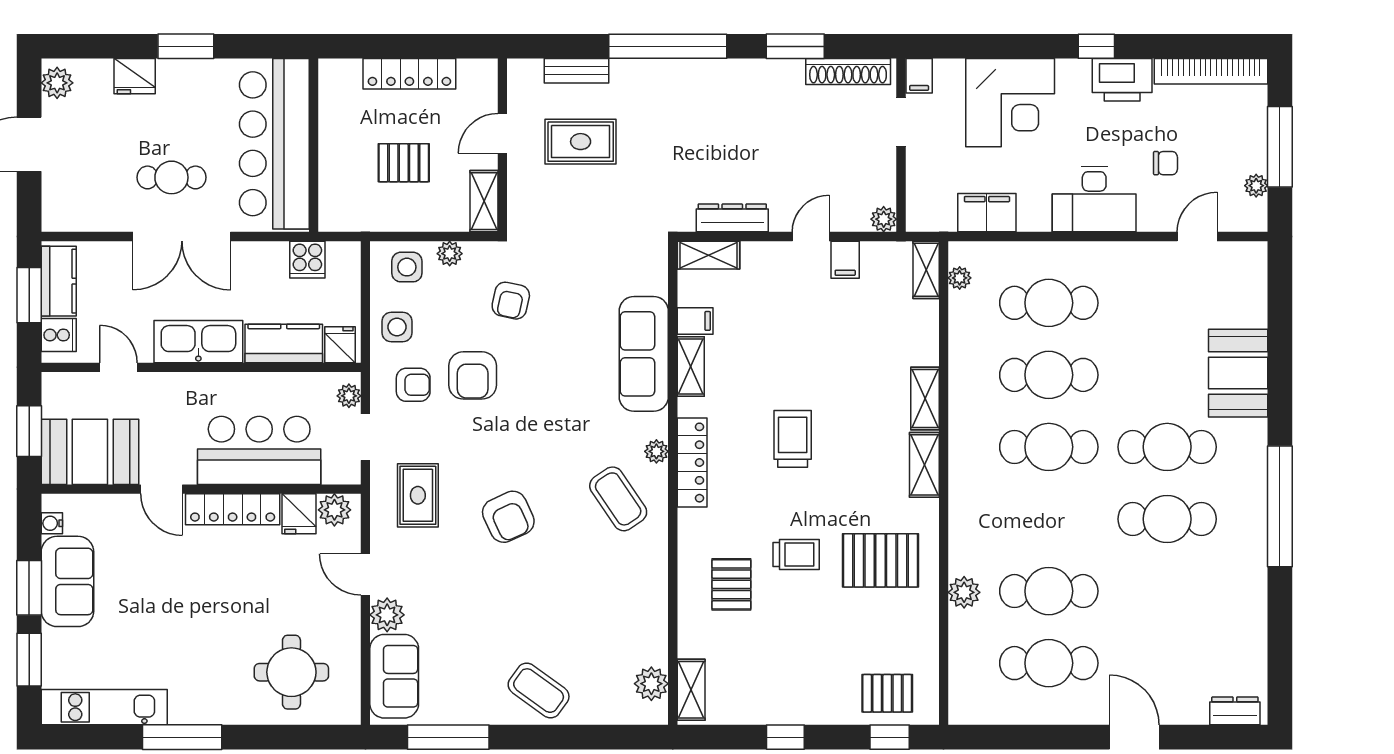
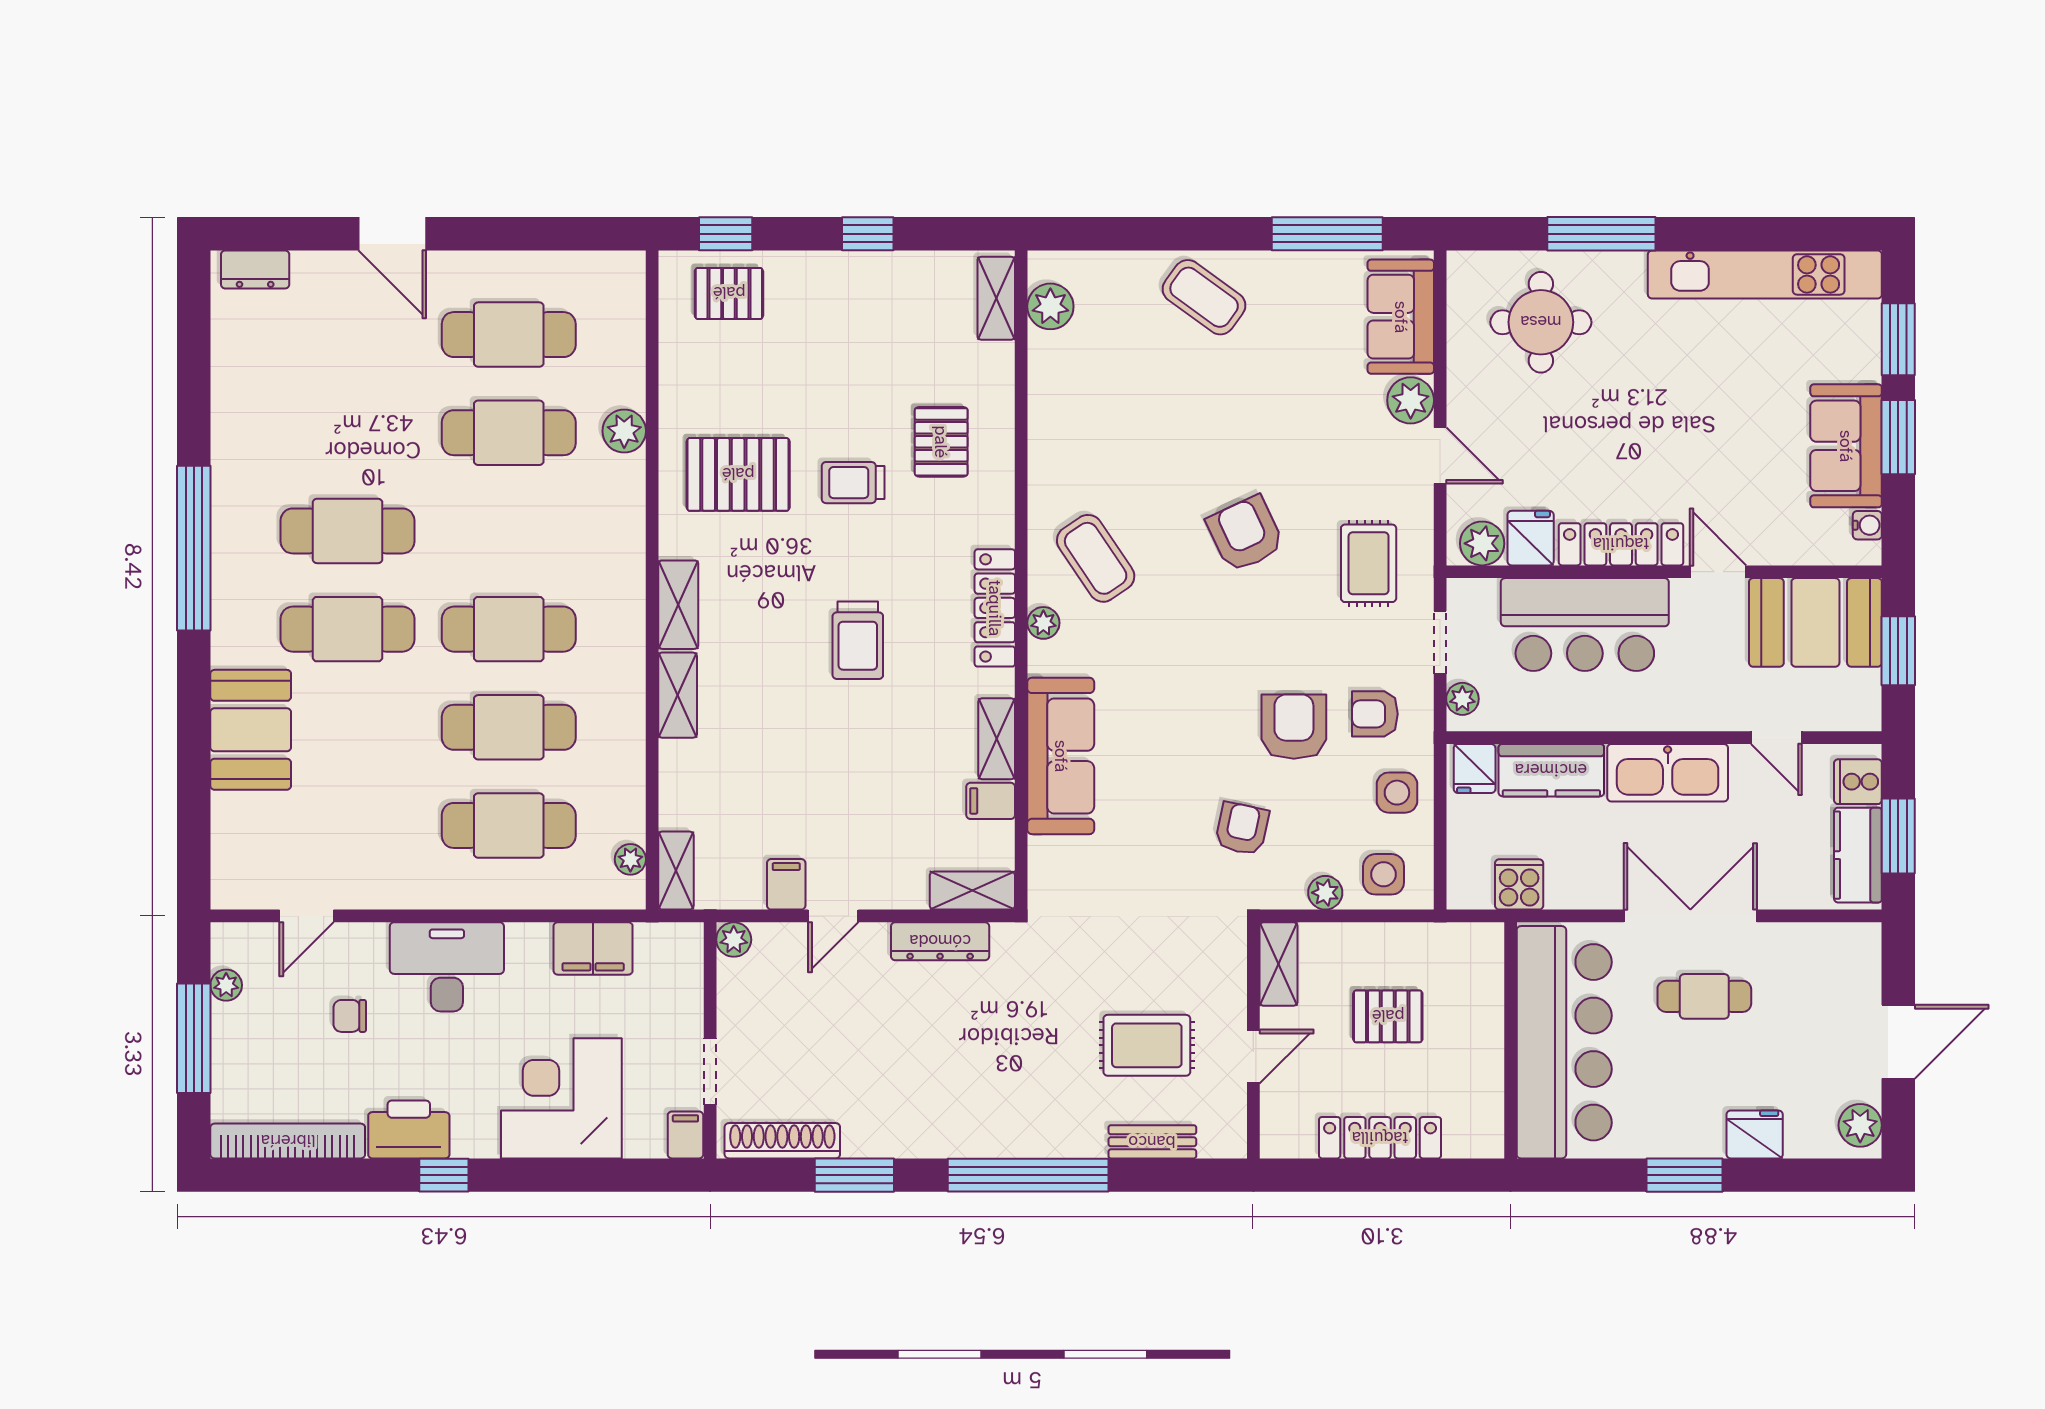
kitchen unit: (104, 707) -> (1765, 274), width x1.36
window: (182, 737) -> (1601, 234), moved

